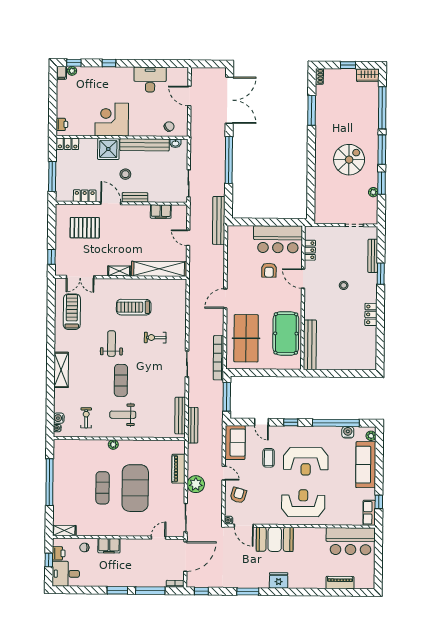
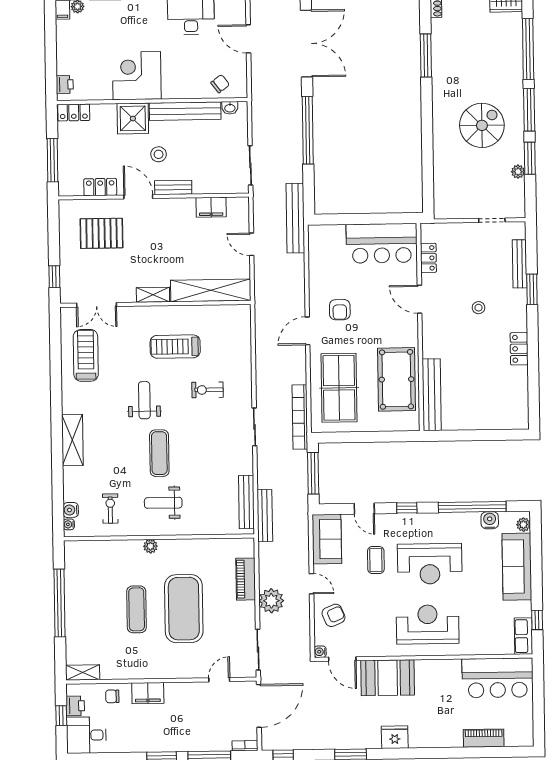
armchair: (269, 270) -> (340, 310), moved
armchair: (238, 495) -> (333, 615), turned 51

